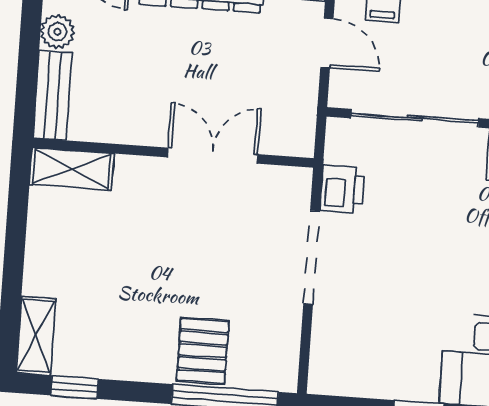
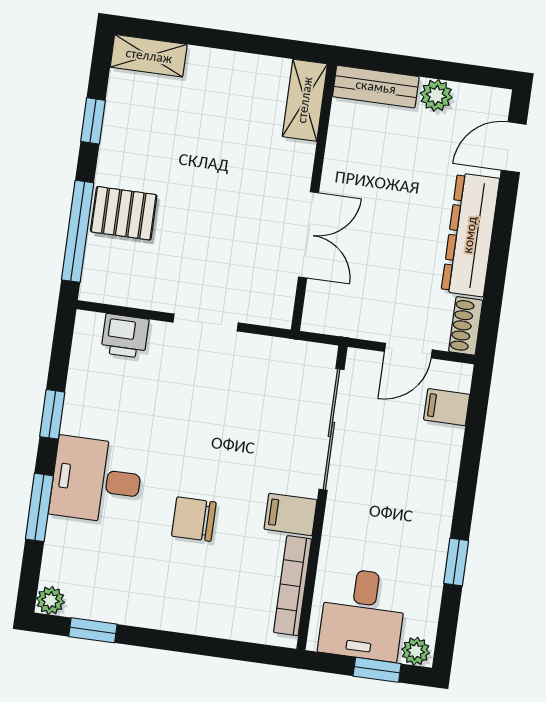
printer: (342, 189) -> (125, 336), moved
doorway: (311, 258) -> (206, 322), width x0.73
window: (75, 387) -> (93, 121), moved

